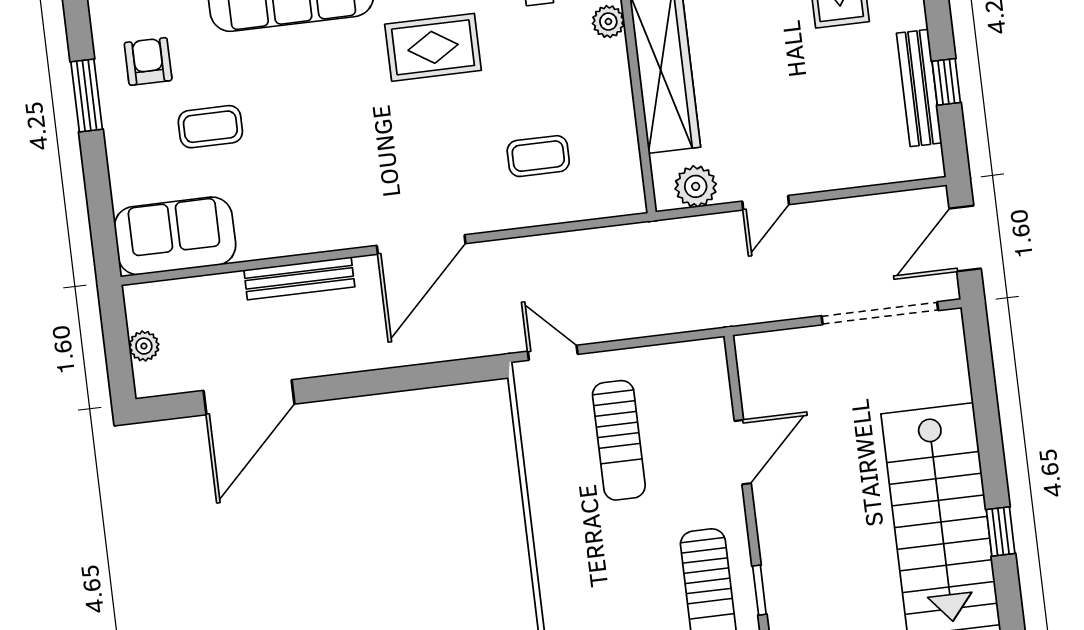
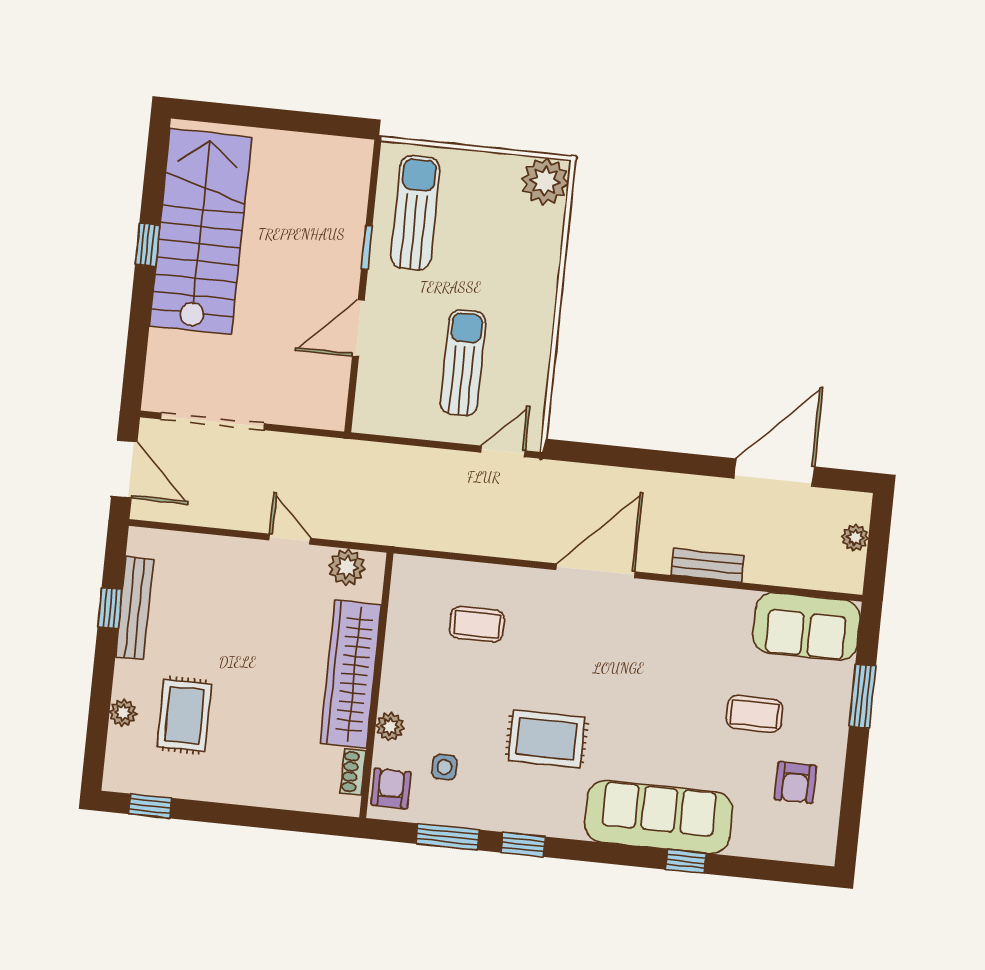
window: (87, 95) -> (862, 696), moved
door: (766, 203) -> (290, 539), hinge flipped
door: (965, 238) -> (124, 469), hinge flipped
bench: (299, 278) -> (707, 565), width x0.73
door: (553, 353) -> (503, 451), swing flipped
window: (1001, 532) -> (147, 245), moved
window: (759, 590) -> (367, 247), moved

